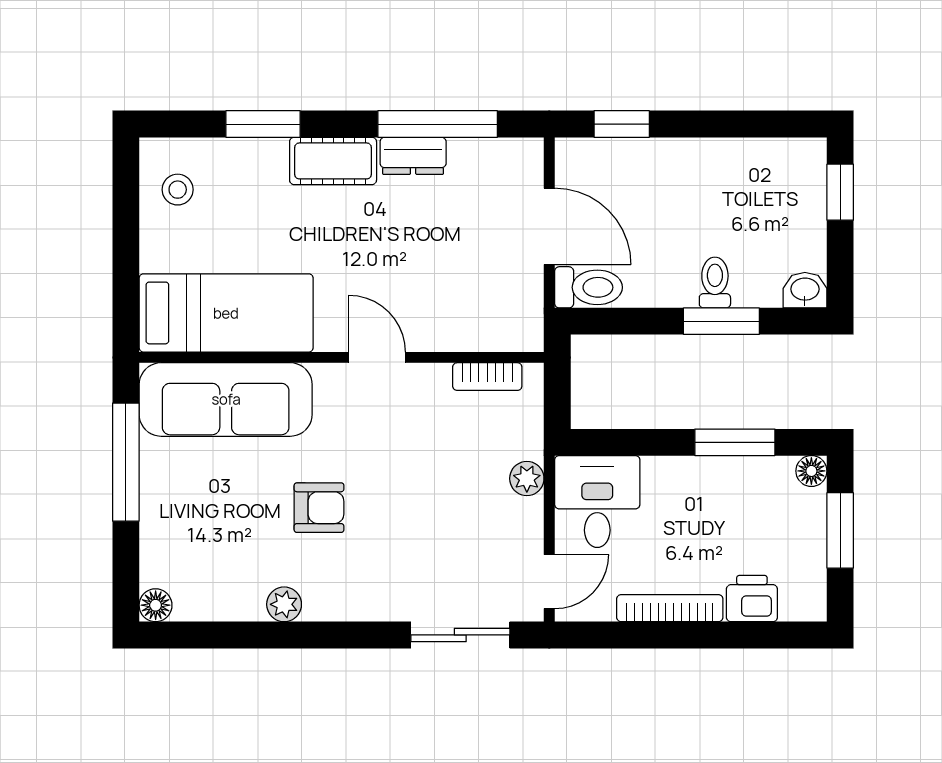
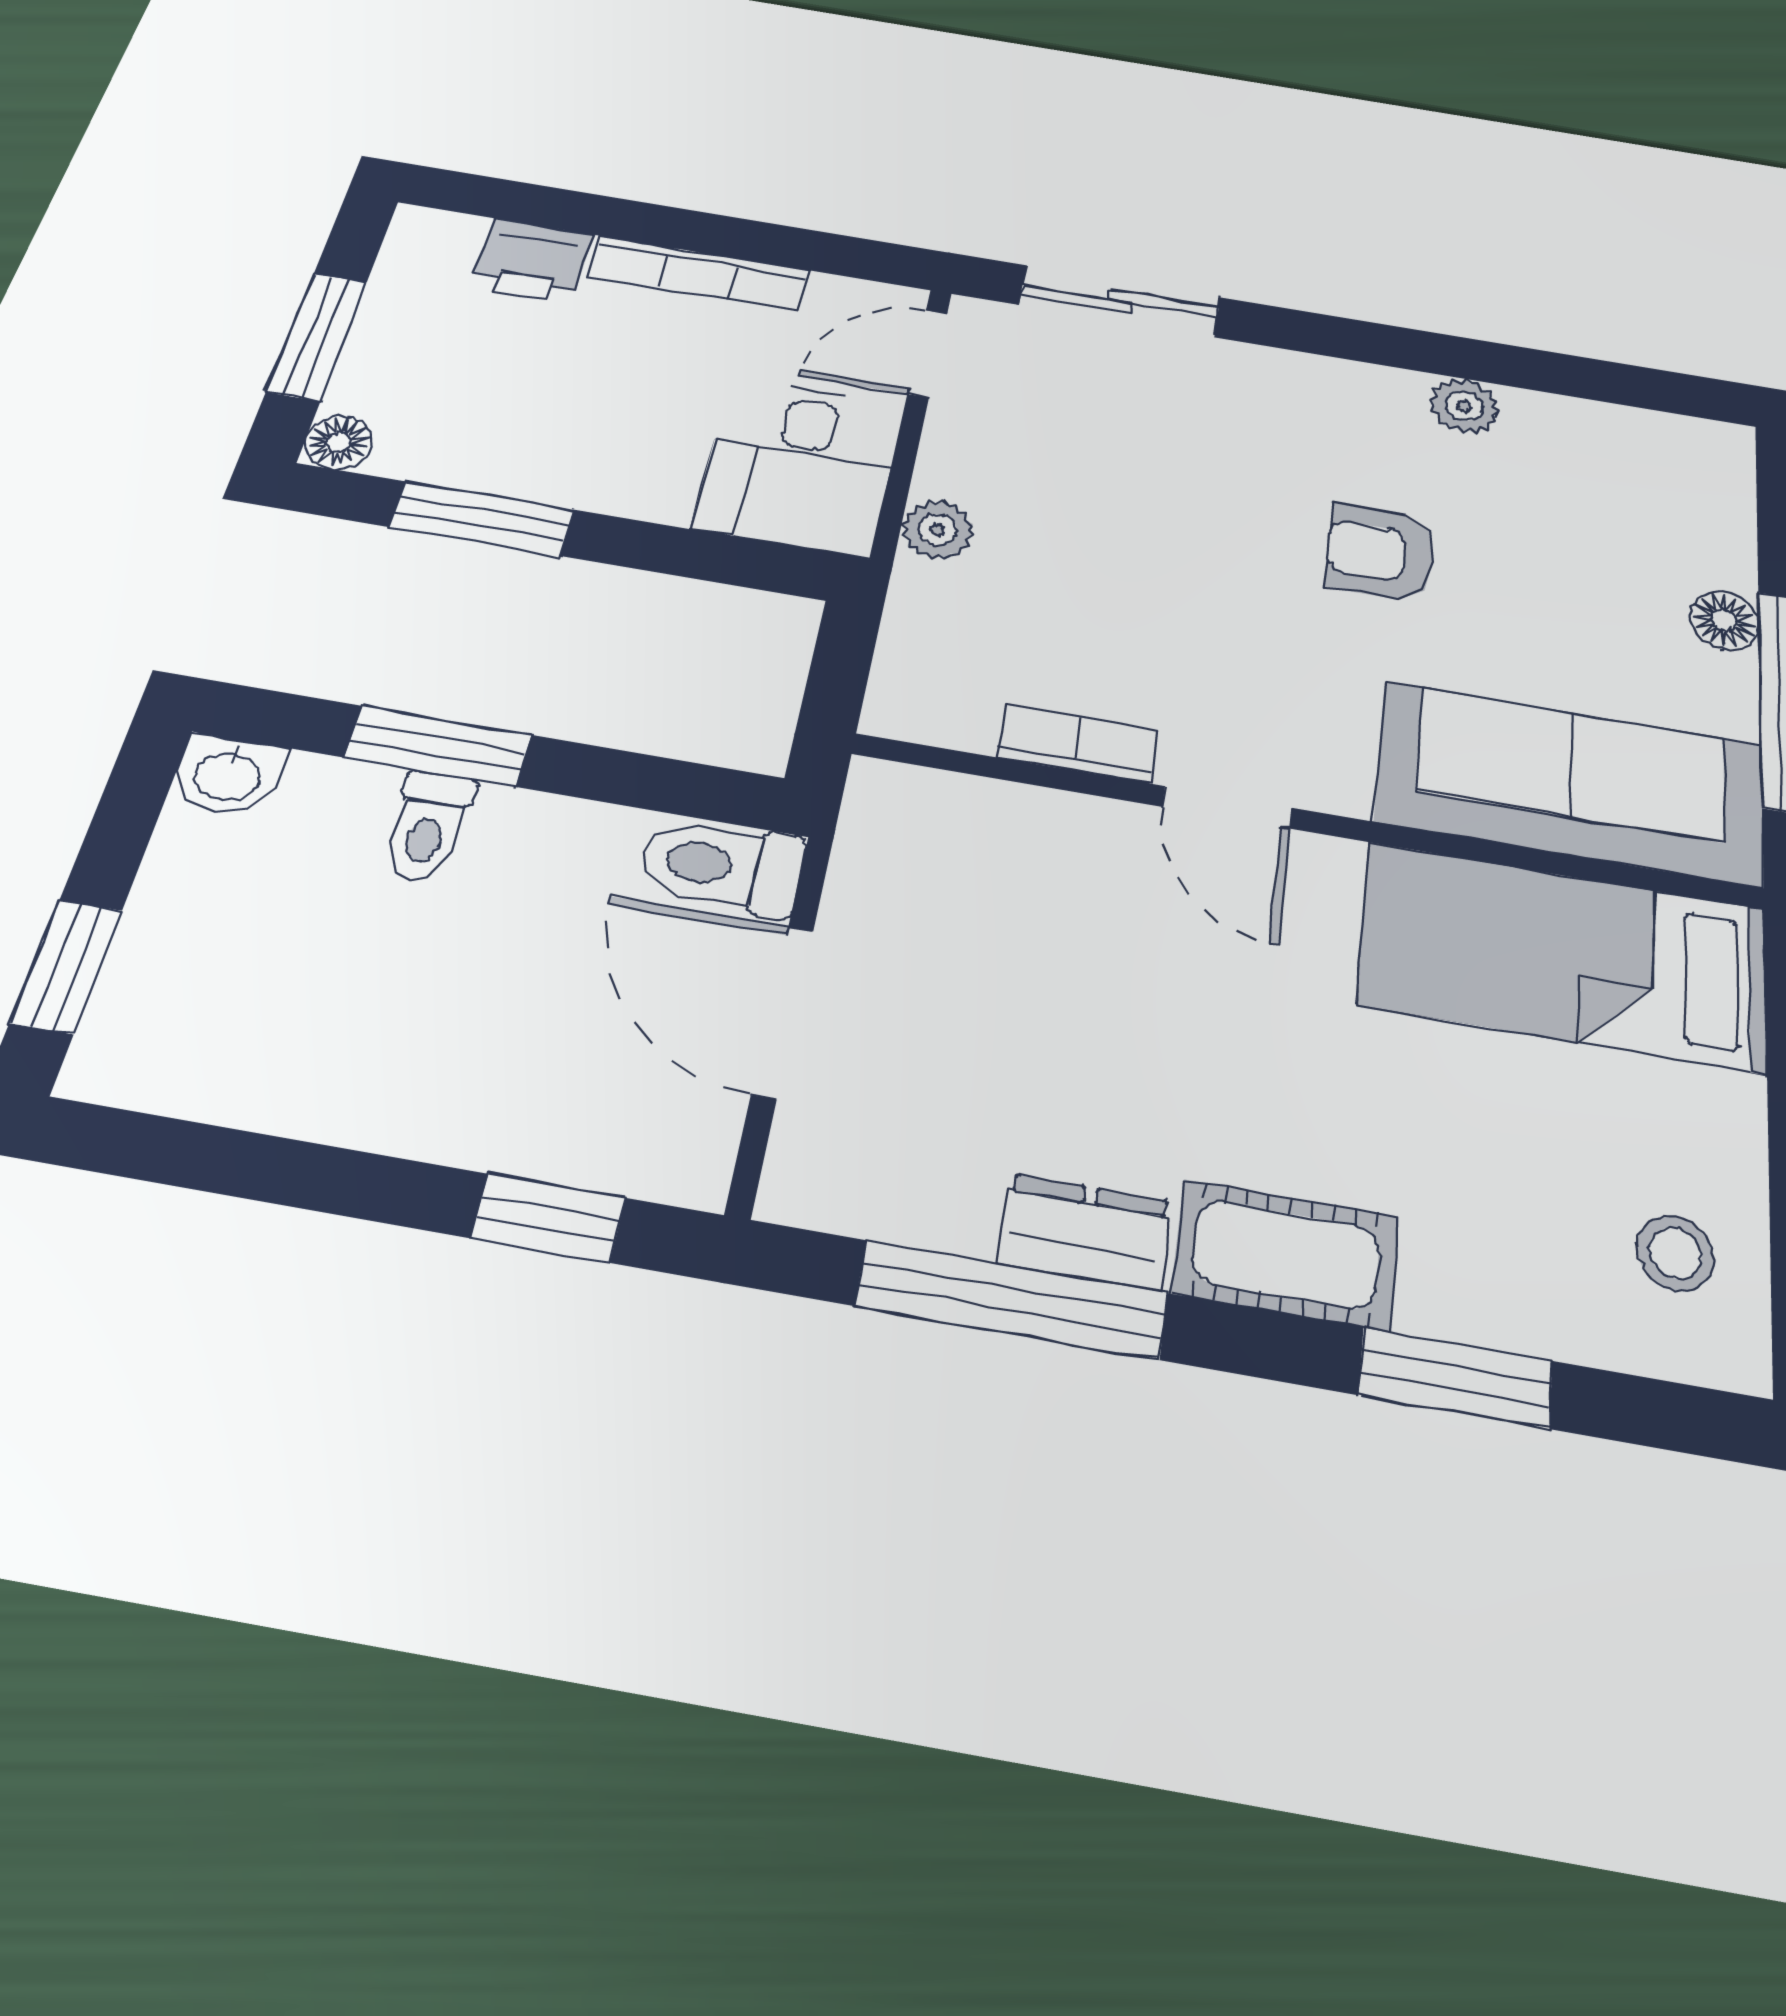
bookcase: (487, 377) -> (1077, 744), moved
floor lamp: (156, 605) -> (1724, 620), moved

